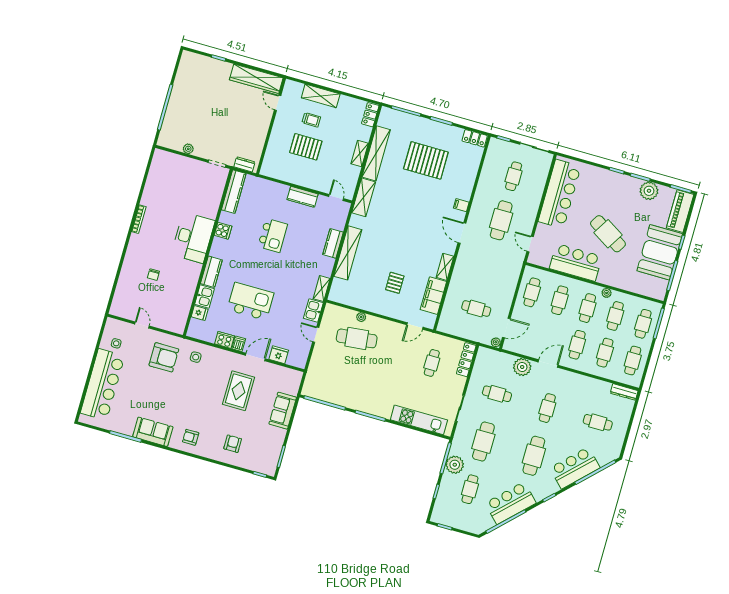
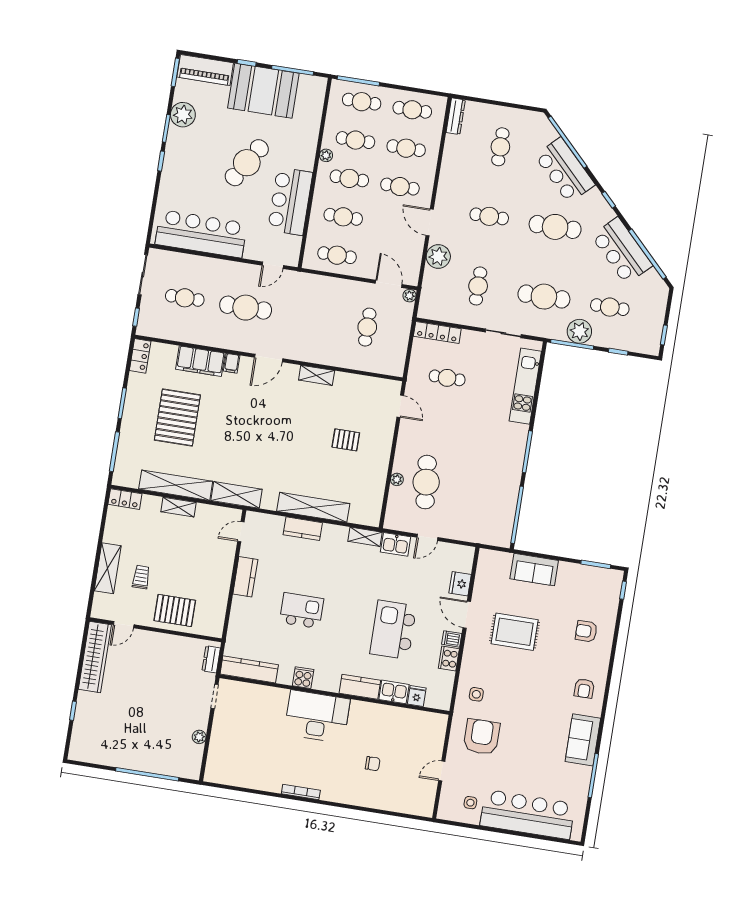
pallet: (306, 147) -> (175, 610), moved, turned 90
filing cabinet: (433, 296) -> (200, 361), moved

